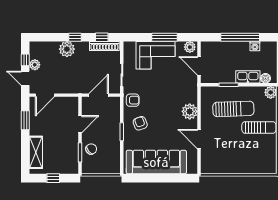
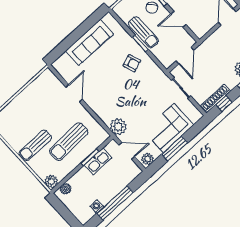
kitchen sink: (248, 77) -> (98, 161), moved
armchair: (133, 100) -> (154, 76), removed
plant: (190, 111) -> (118, 127), moved
door: (80, 124) -> (178, 19), hinge flipped
sun lounger: (113, 138) -> (143, 32), added
door: (199, 139) -> (74, 93), hinge flipped
sofa: (156, 162) -> (89, 42), width x0.74, depth x0.79

